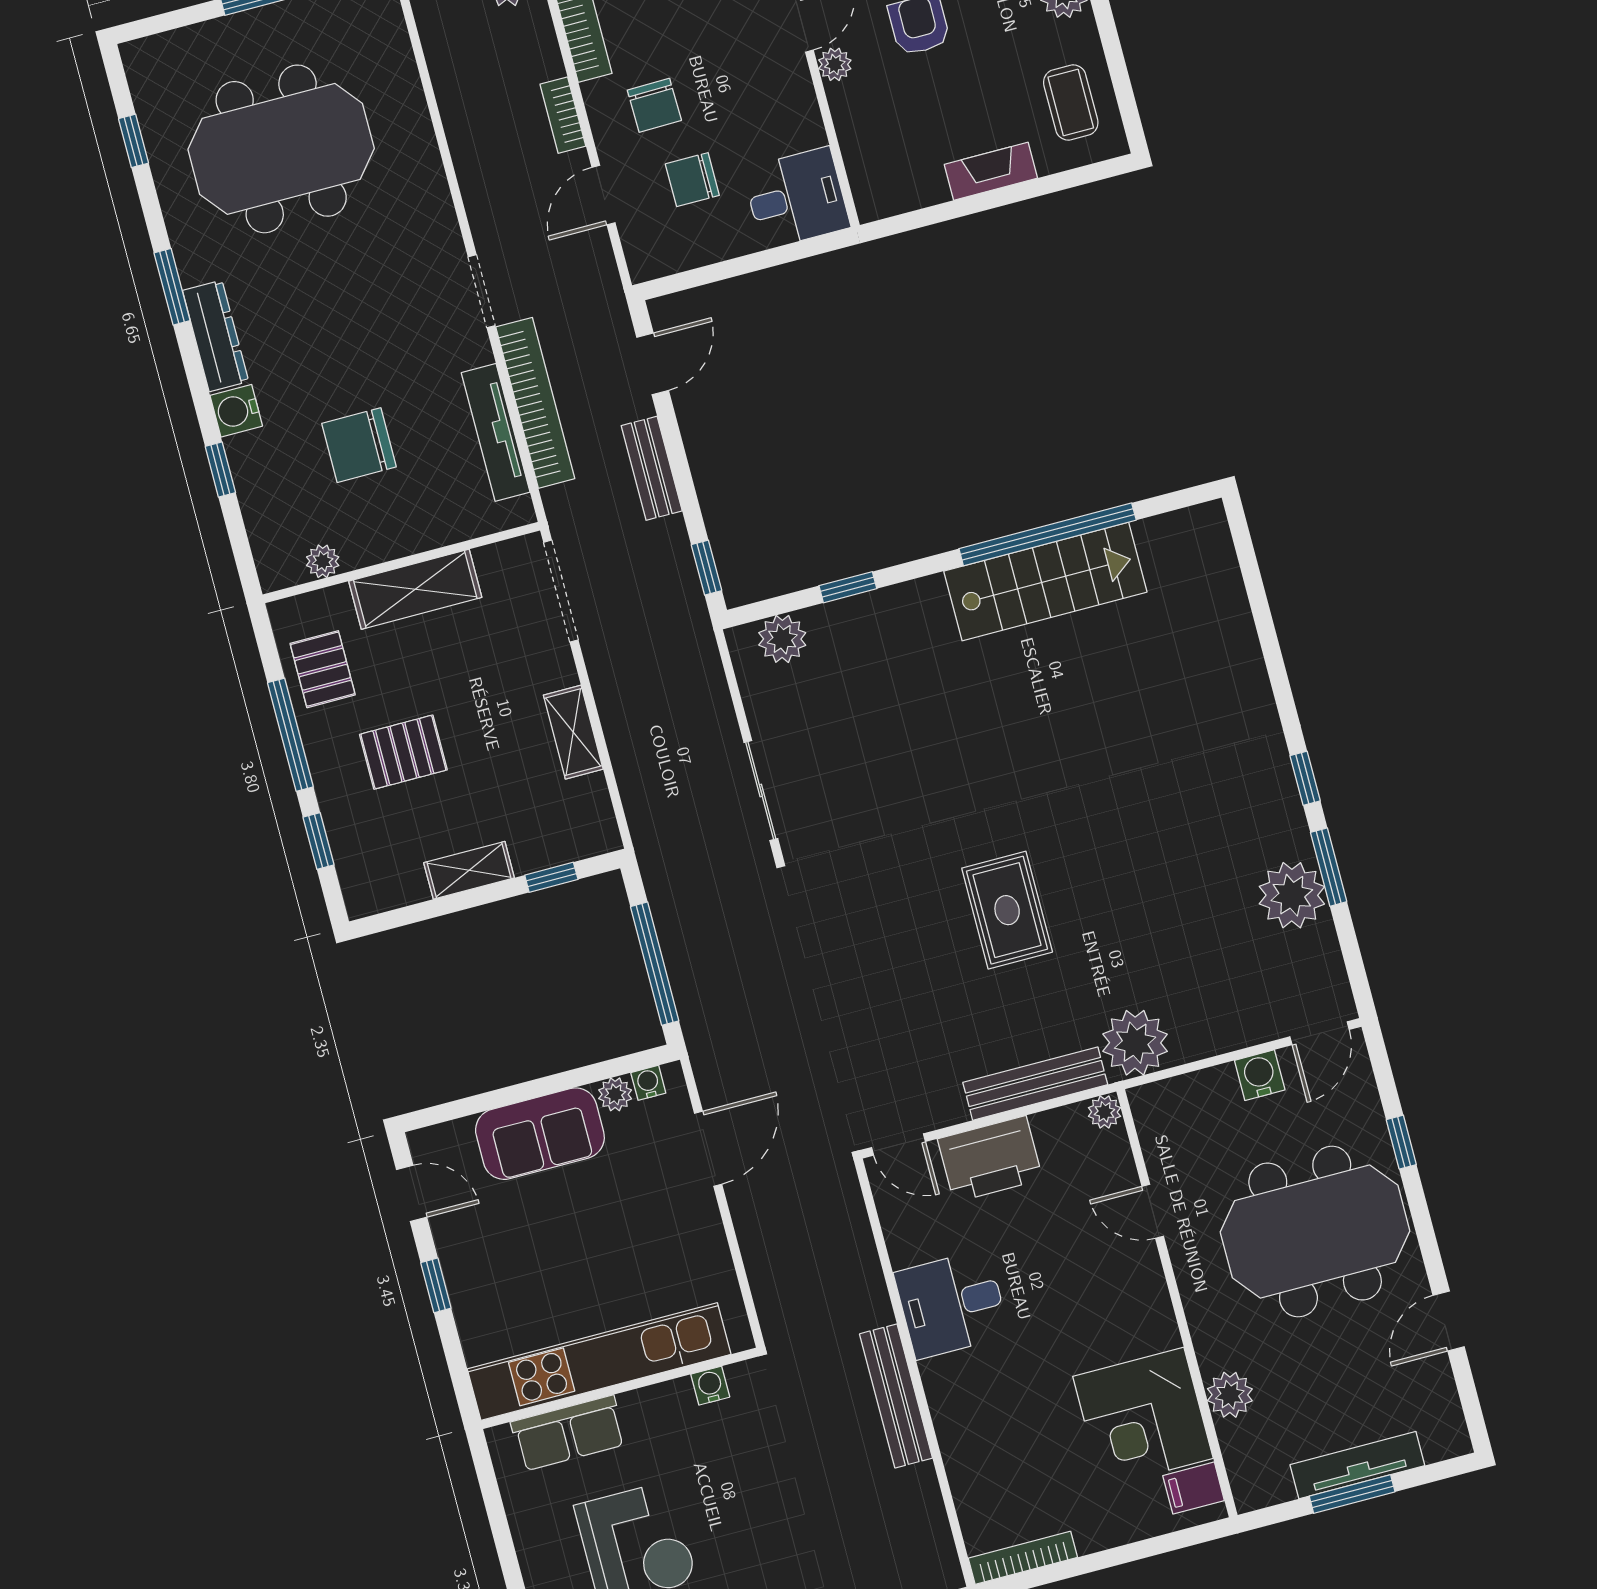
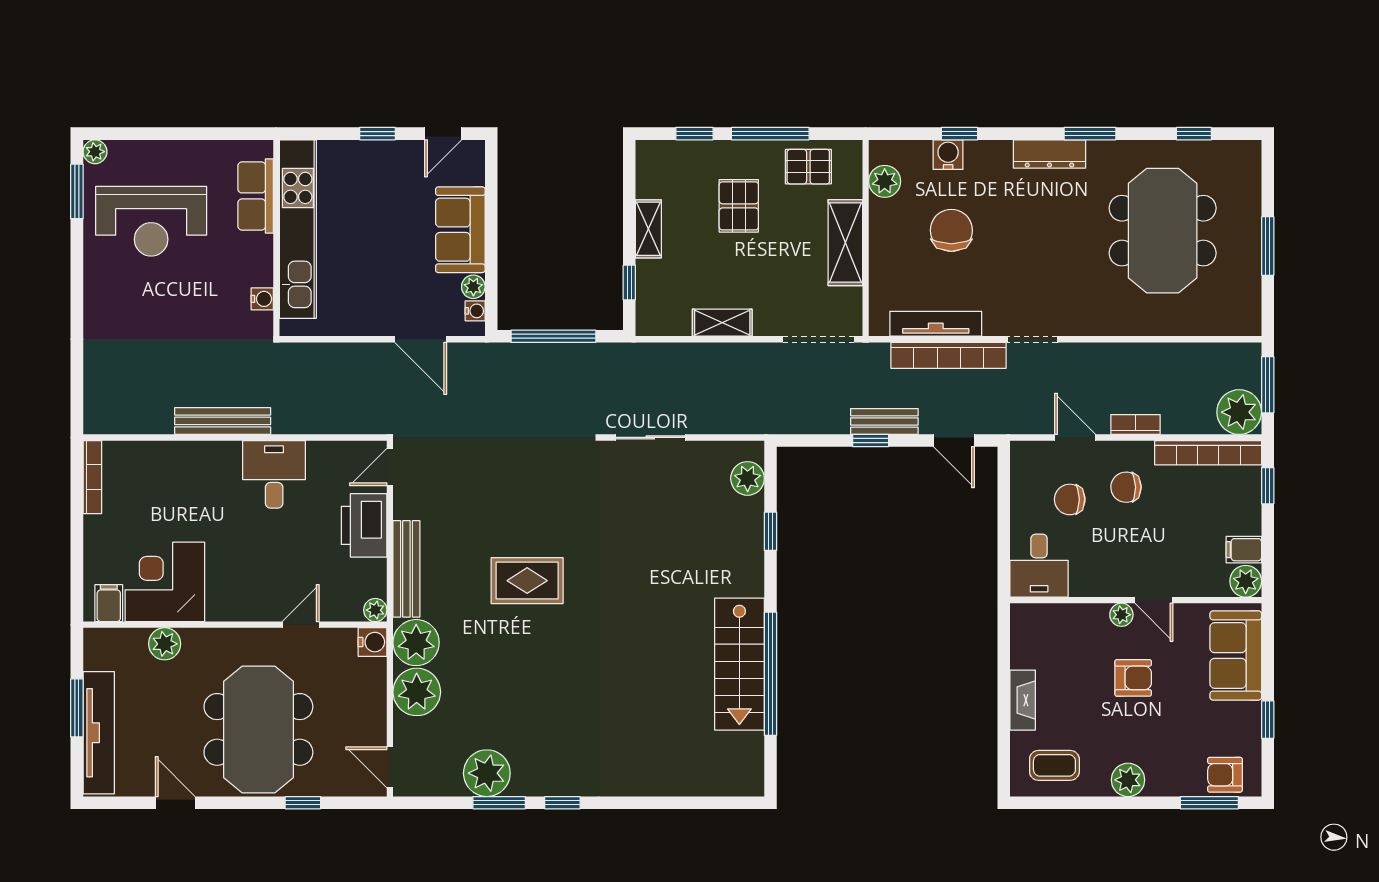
chair: (692, 180) -> (1070, 499), turned -90
water cooler: (236, 411) -> (948, 155), moved
plant: (323, 561) -> (885, 181), width x1.38, depth x1.38
window: (707, 568) -> (871, 441), moved
plant: (1204, 1024) -> (417, 692), added
water cooler: (1260, 1075) -> (373, 642), moved
tv unit: (1357, 1465) -> (99, 733), width x1.36, depth x1.29

